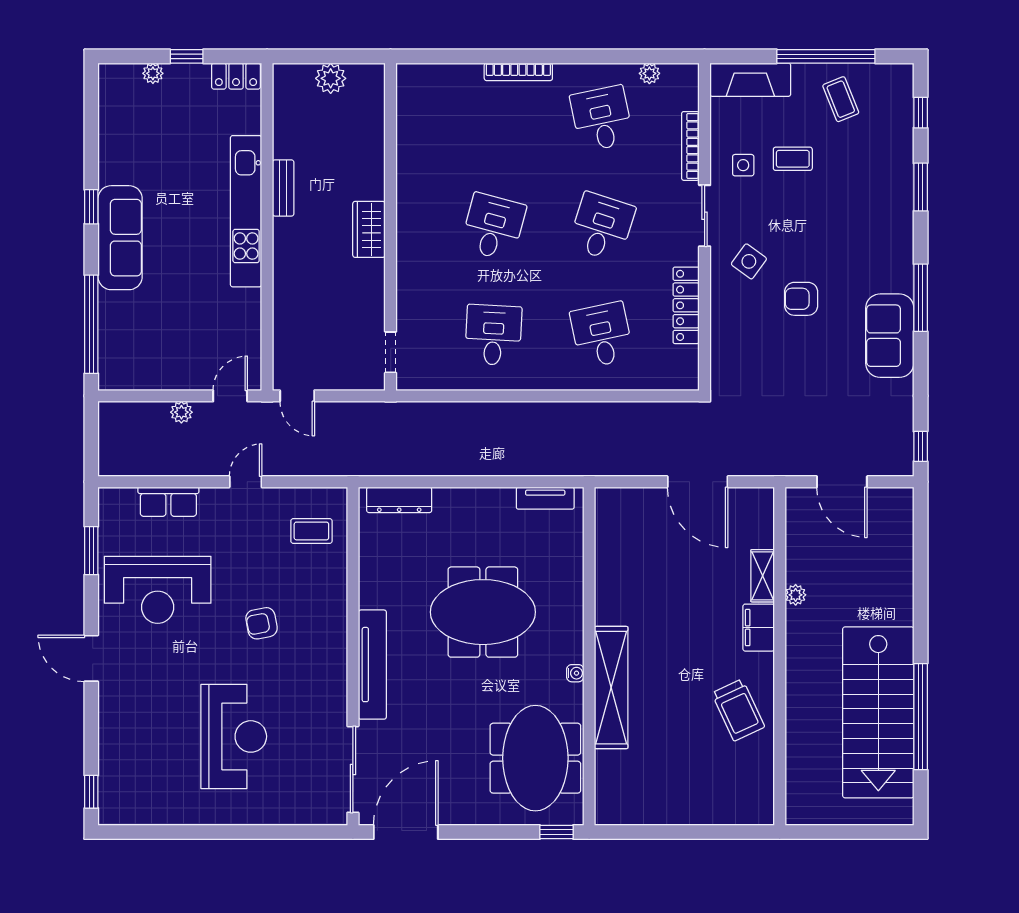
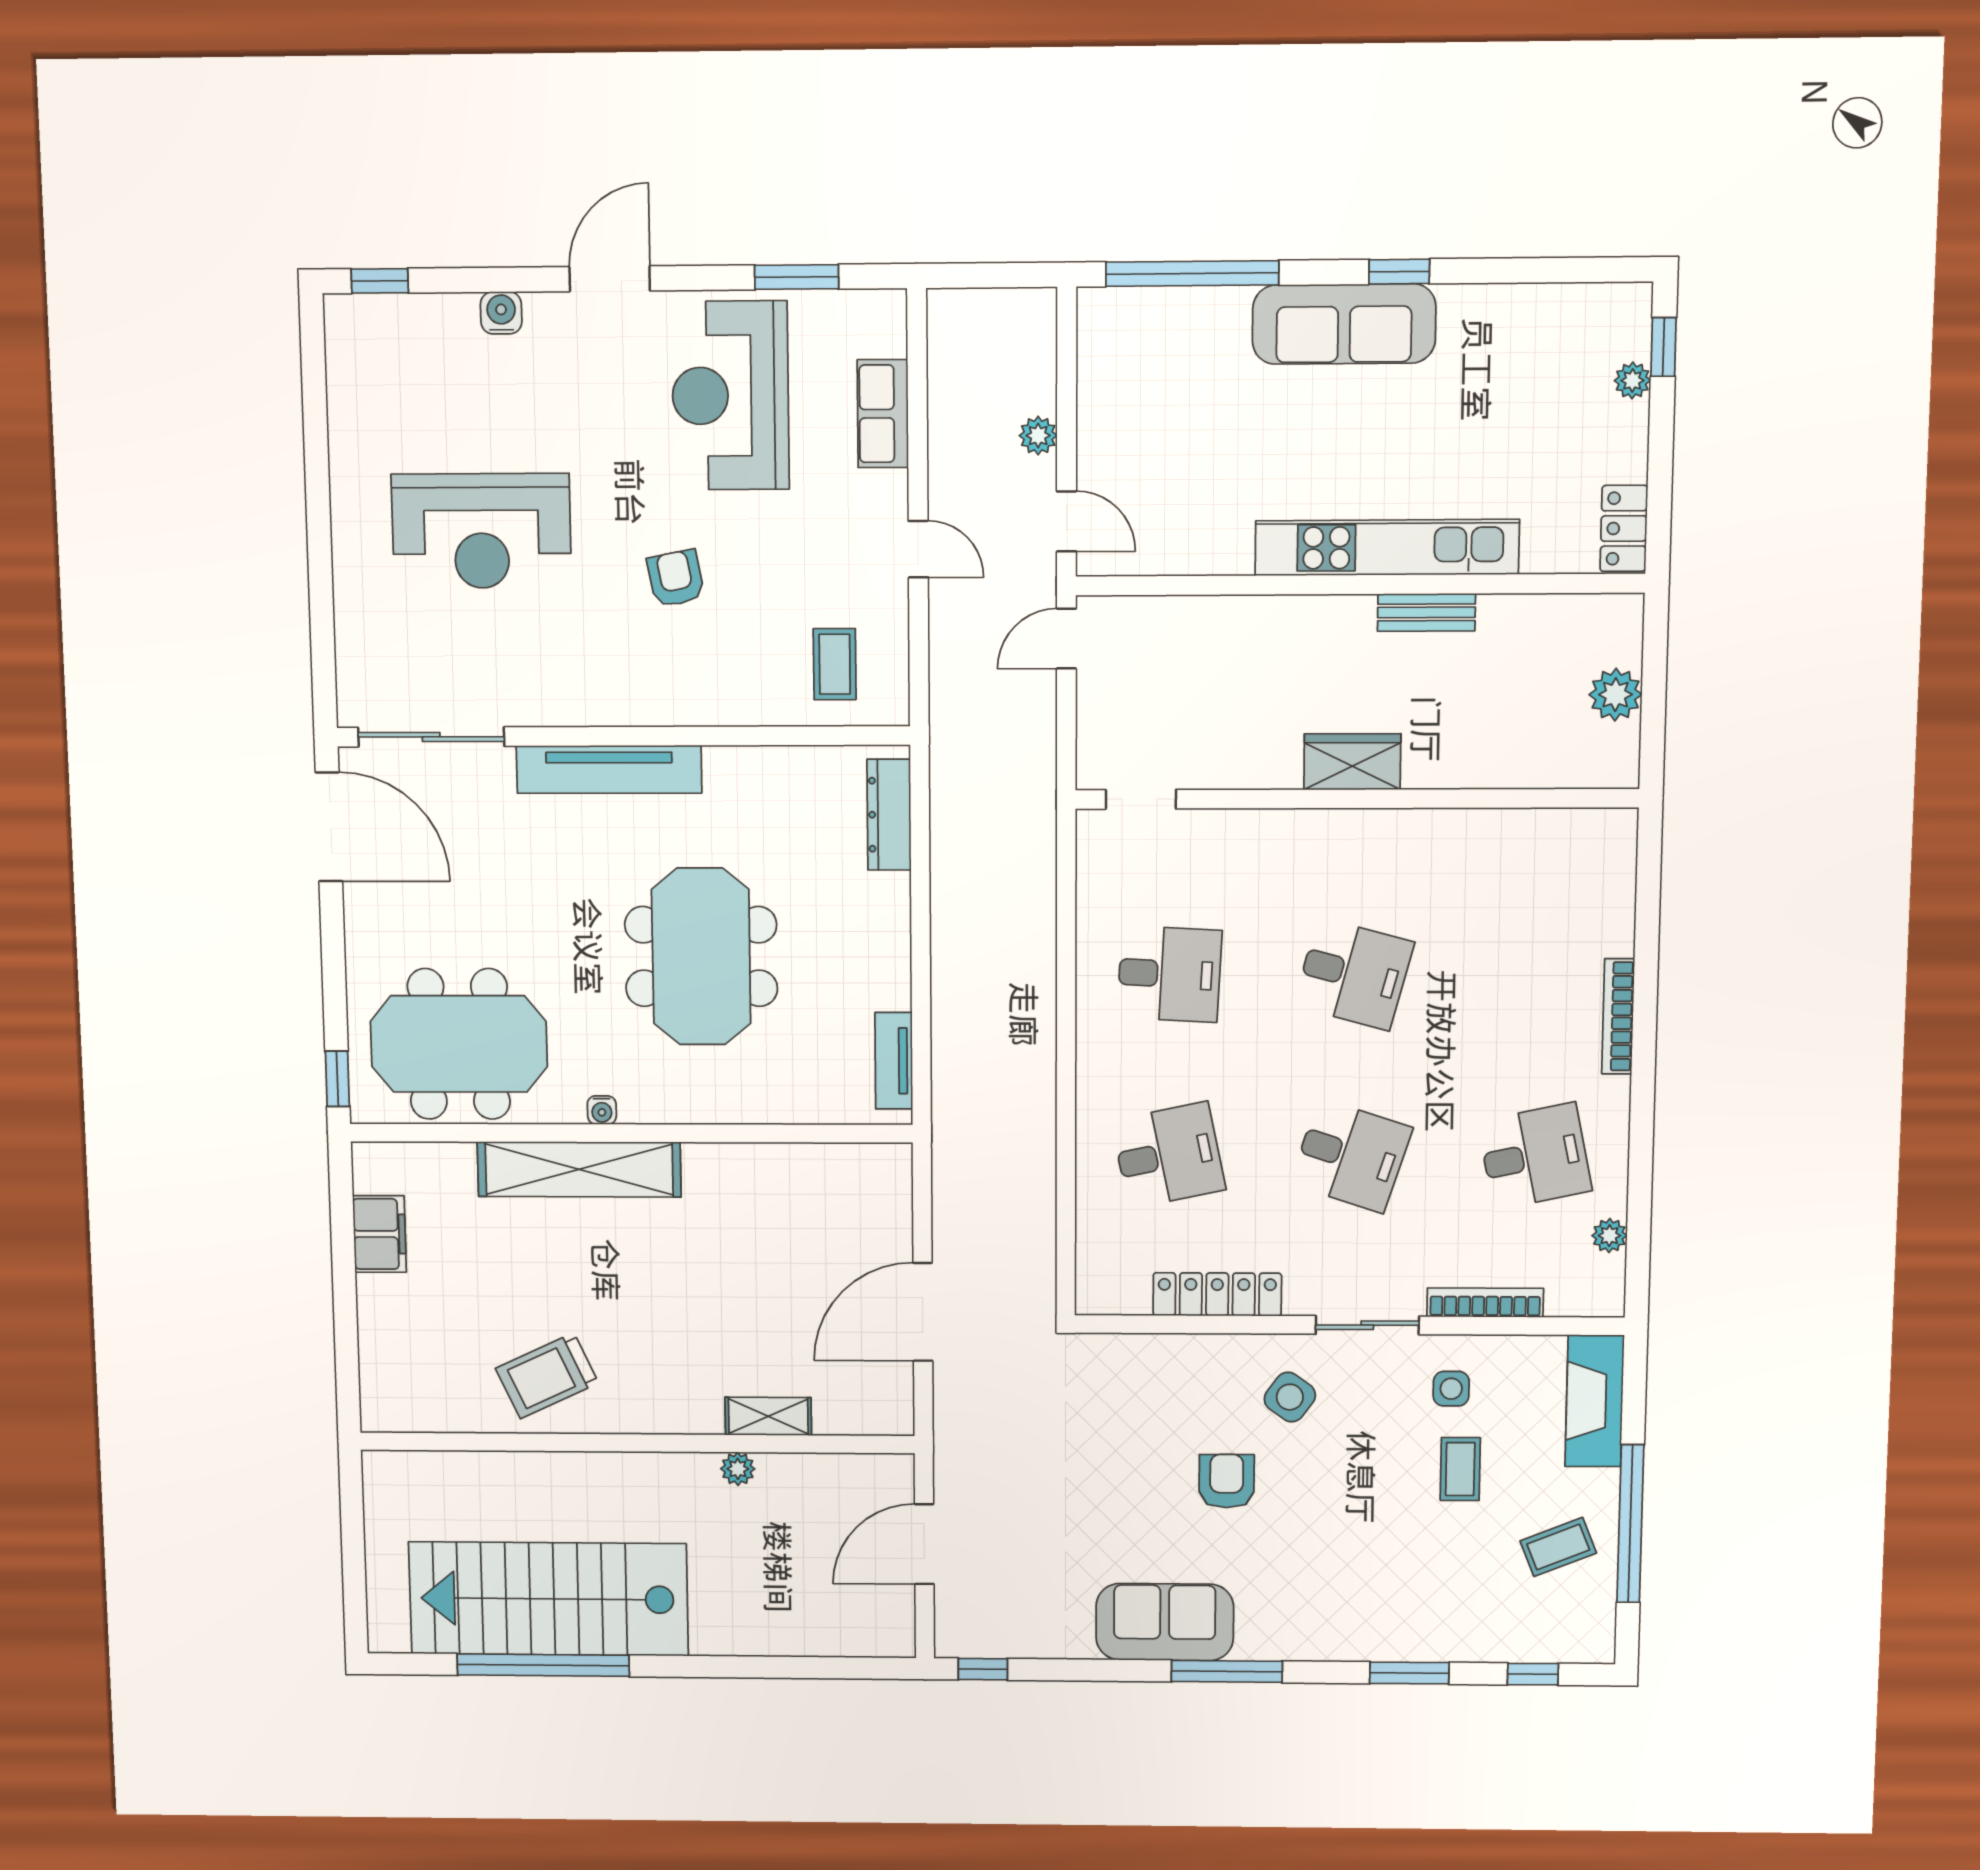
window: (187, 56) -> (1663, 347), moved
filing cabinet: (759, 628) -> (379, 1234), moved, turned 90
water cooler: (110, 722) -> (501, 313), added

